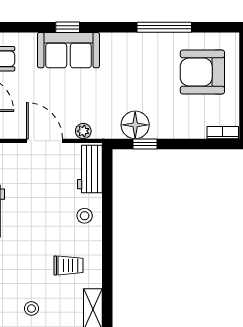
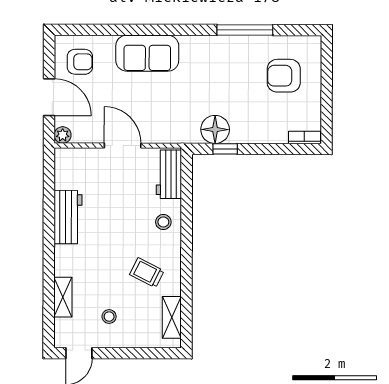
window: (68, 27) -> (146, 30), removed
armchair: (202, 72) -> (284, 76), width x0.73, depth x0.73
plant: (83, 131) -> (162, 136), removed
trolley: (68, 265) -> (147, 273), turned -153

